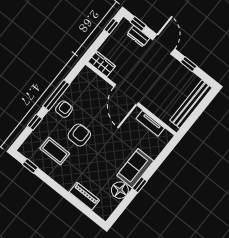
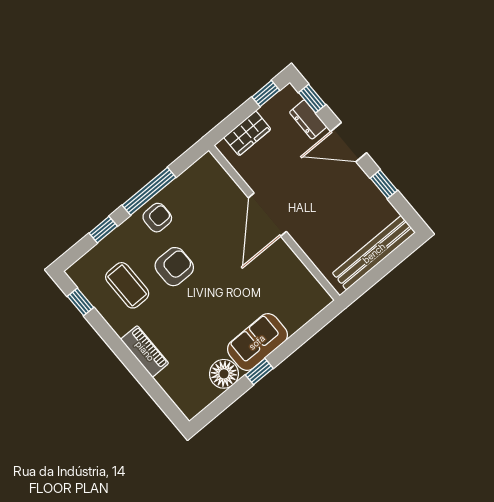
door: (164, 44) -> (349, 142), swing flipped
wardrobe: (102, 64) -> (247, 133), moved, turned 90
tv unit: (150, 123) -> (298, 271), removed
piano: (84, 196) -> (145, 351), moved

